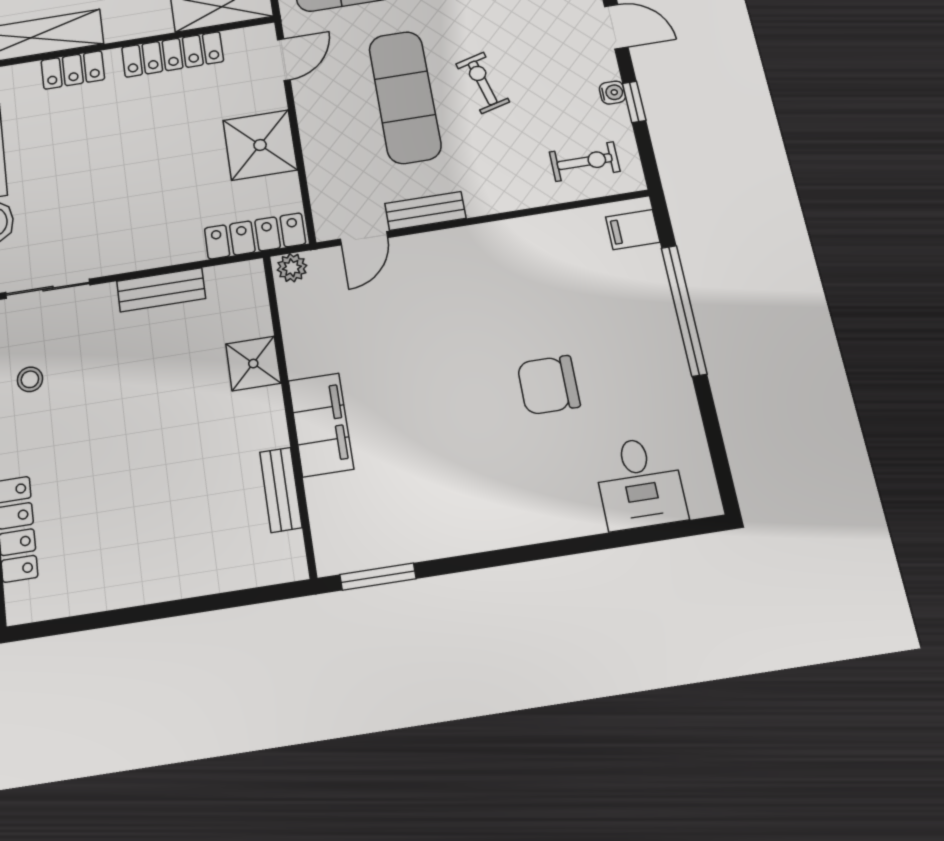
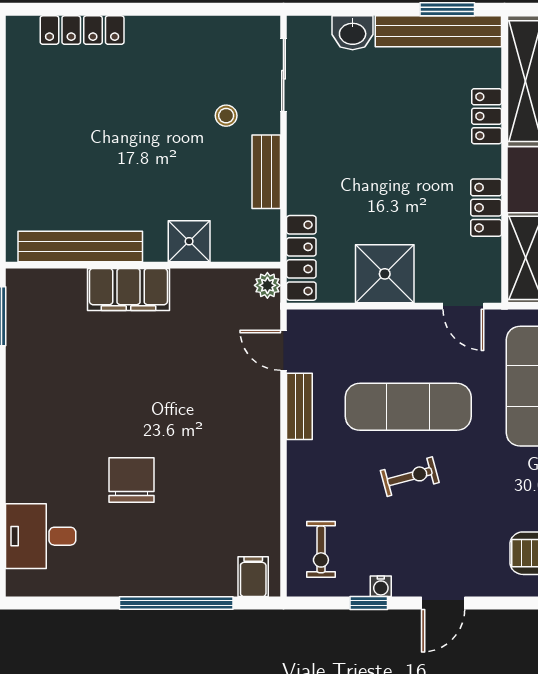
locker: (173, 54) -> (486, 208), width x0.66
stool: (30, 379) -> (226, 116), moved
bench: (281, 490) -> (80, 246), width x1.86, depth x1.21

